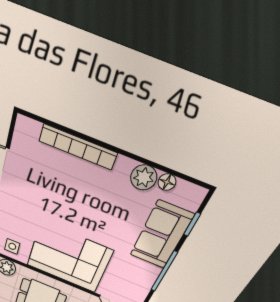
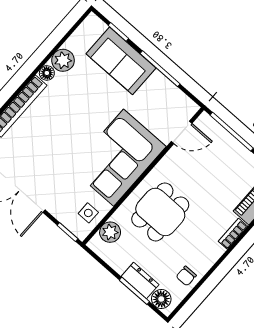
floor lamp: (167, 182) -> (47, 73), moved

